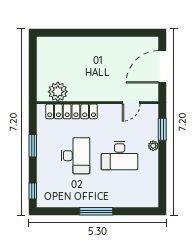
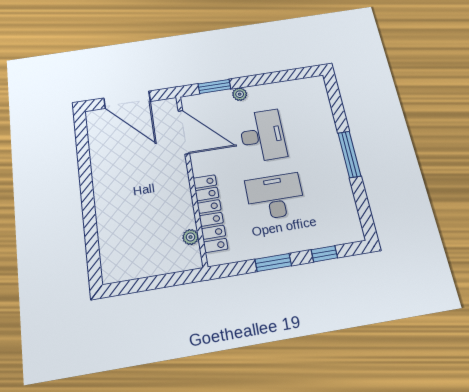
plant: (58, 92) -> (190, 237), width x0.53, depth x0.53
door: (131, 103) -> (184, 132), width x1.88
window: (33, 191) -> (324, 254), moved

